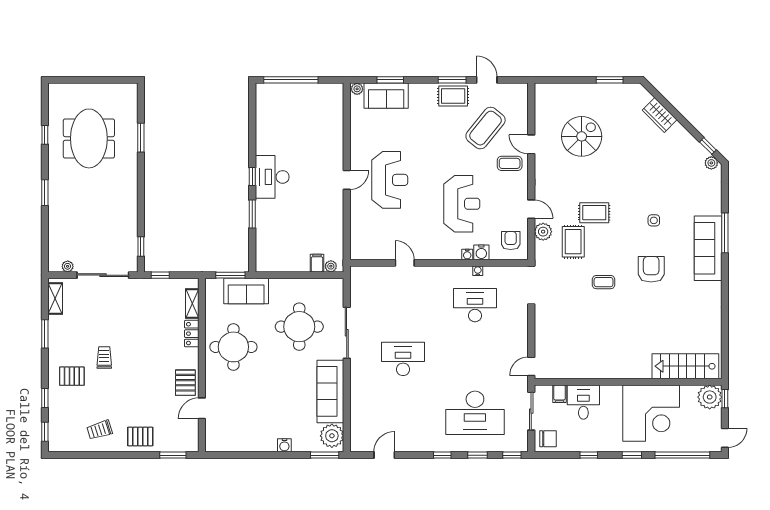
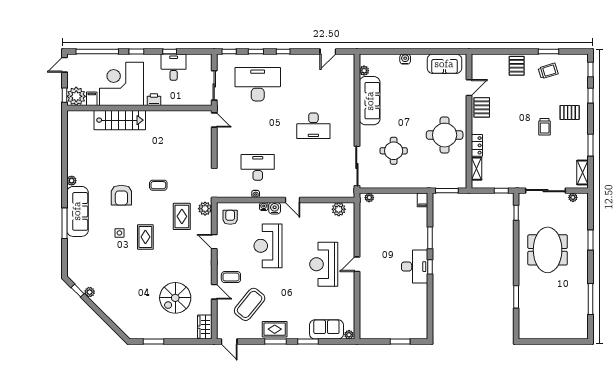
window: (291, 80) -> (400, 342), width x0.47
window: (390, 80) -> (308, 342), moved
door: (487, 80) -> (229, 342), moved
wardrobe: (660, 115) -> (205, 327), moved, turned -135
window: (45, 135) -> (590, 299), width x2.17
meeting table: (89, 138) -> (548, 250), moved
plant: (711, 163) -> (90, 292), moved
window: (45, 193) -> (590, 240), moved
rug: (594, 213) -> (145, 237), moved, turned 90
plant: (543, 232) -> (205, 209), moved
armchair: (511, 241) -> (230, 217), turned 180
plant: (370, 251) -> (339, 209), added
water cooler: (481, 252) -> (275, 208), moved
filing cabinet: (317, 263) -> (422, 200), moved
door: (405, 263) -> (292, 200), moved
plant: (716, 288) -> (72, 181), added
sofa: (246, 291) -> (444, 64), moved, turned 180
desk: (475, 305) -> (258, 167), turned 180
round table: (299, 327) -> (394, 151), width x0.73, depth x0.73
sliding door: (347, 333) -> (357, 166), moved
door: (531, 366) -> (214, 120), hinge flipped
stairs: (685, 366) -> (120, 120), moved
printer: (609, 393) -> (154, 100), added
filing cabinet: (560, 394) -> (92, 99), moved
desk: (583, 402) -> (174, 67), moved, turned 180
plant: (332, 436) -> (364, 71), width x0.53, depth x0.53
pallet: (140, 437) -> (517, 66), turned 90
chair: (548, 439) -> (201, 64), removed
window: (173, 455) -> (548, 51), moved
window: (325, 455) -> (374, 51), removed

